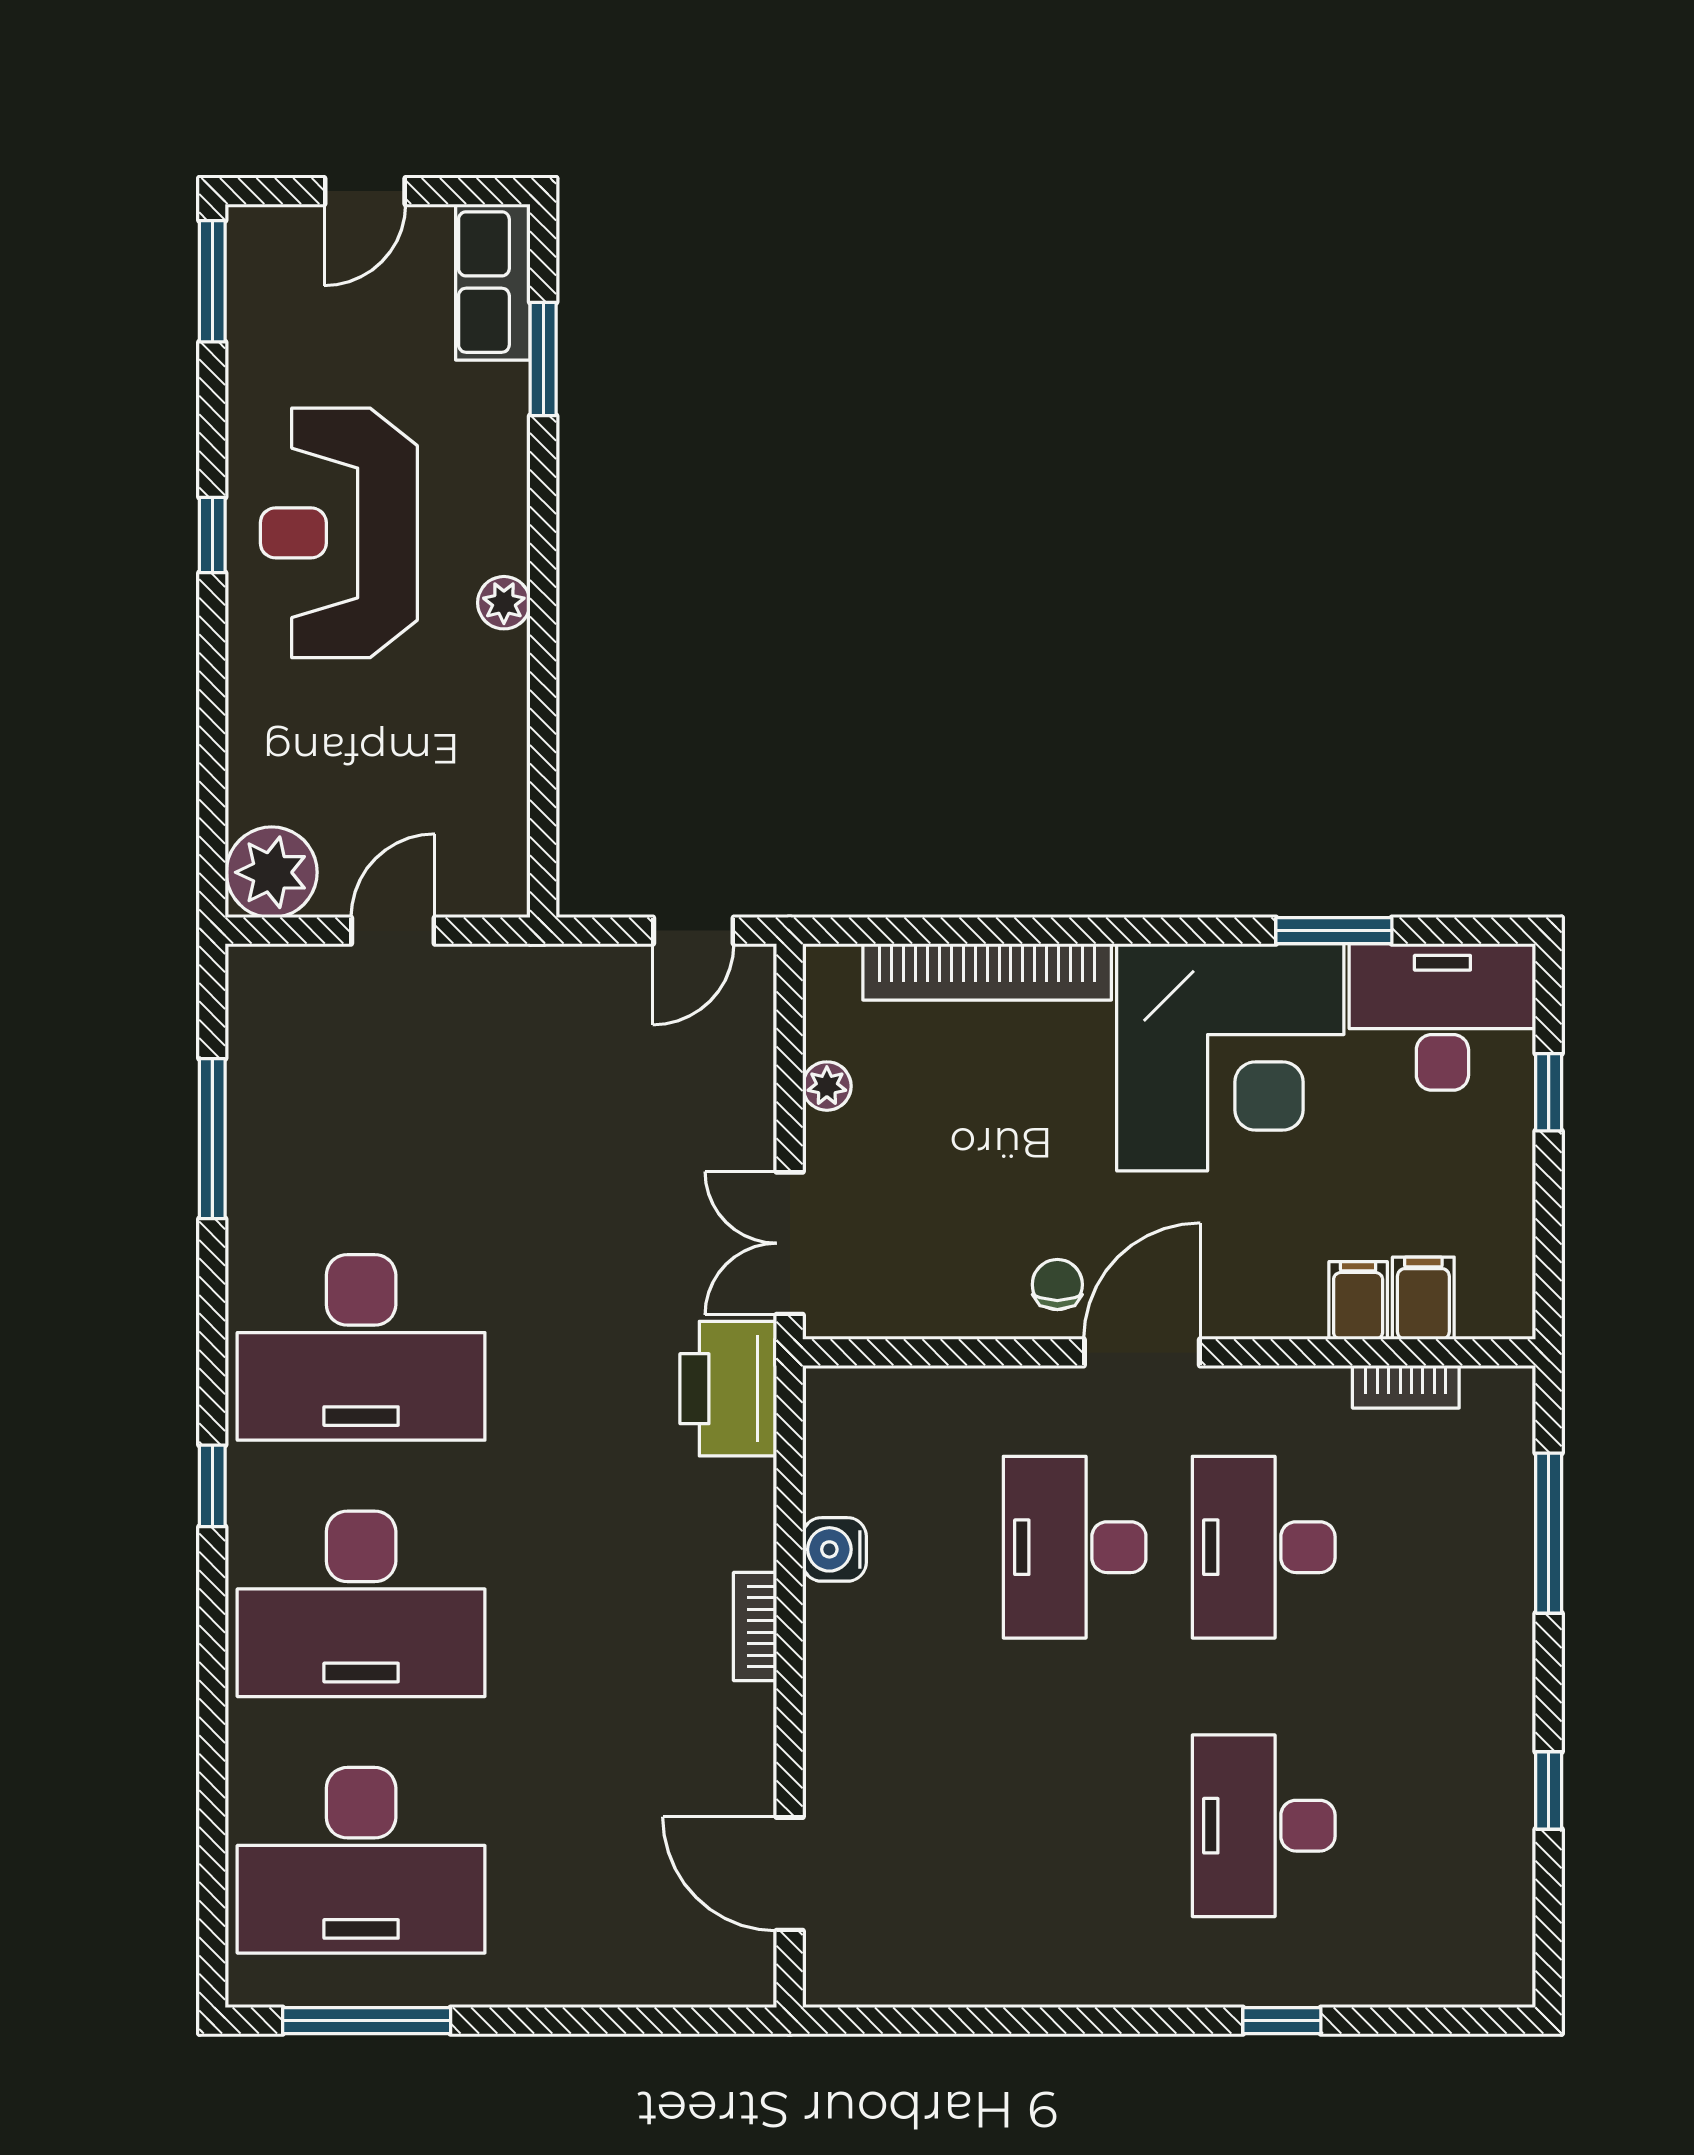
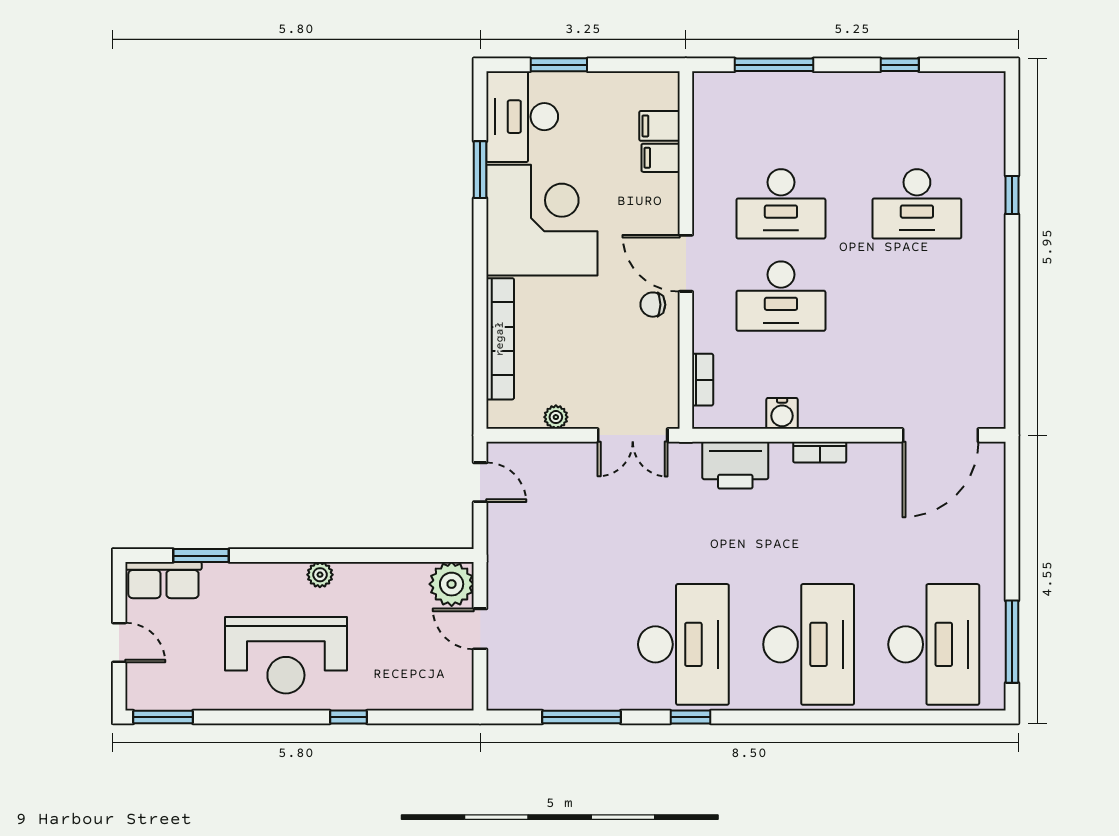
window: (212, 535) -> (348, 717), moved
plant: (272, 872) -> (452, 584), moved
window: (1549, 1092) -> (559, 65), width x1.50
bookcase: (1406, 1387) -> (703, 380), moved
printer: (728, 1389) -> (735, 465), moved
window: (212, 1486) -> (691, 717), moved
door: (790, 1874) -> (940, 435), width x1.36

